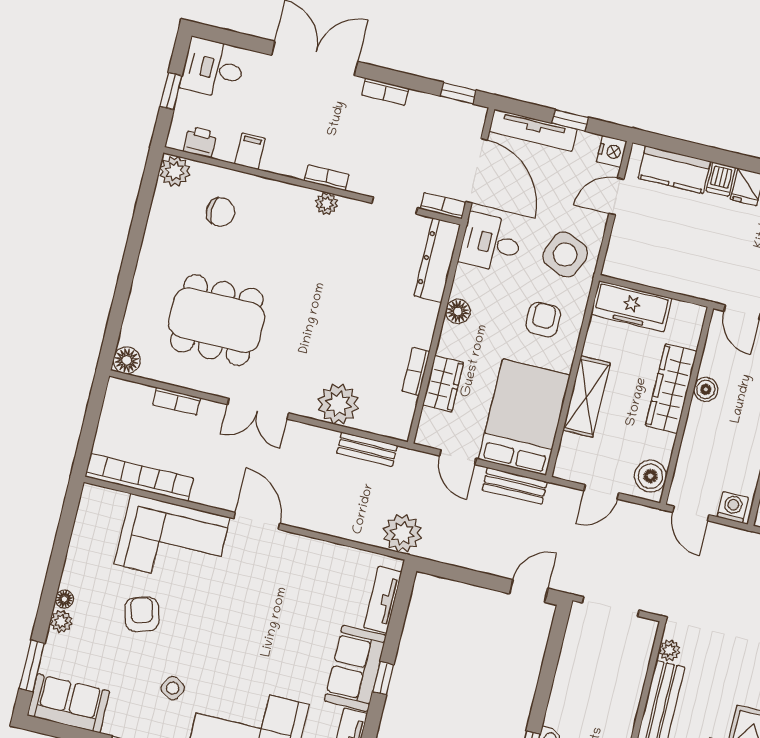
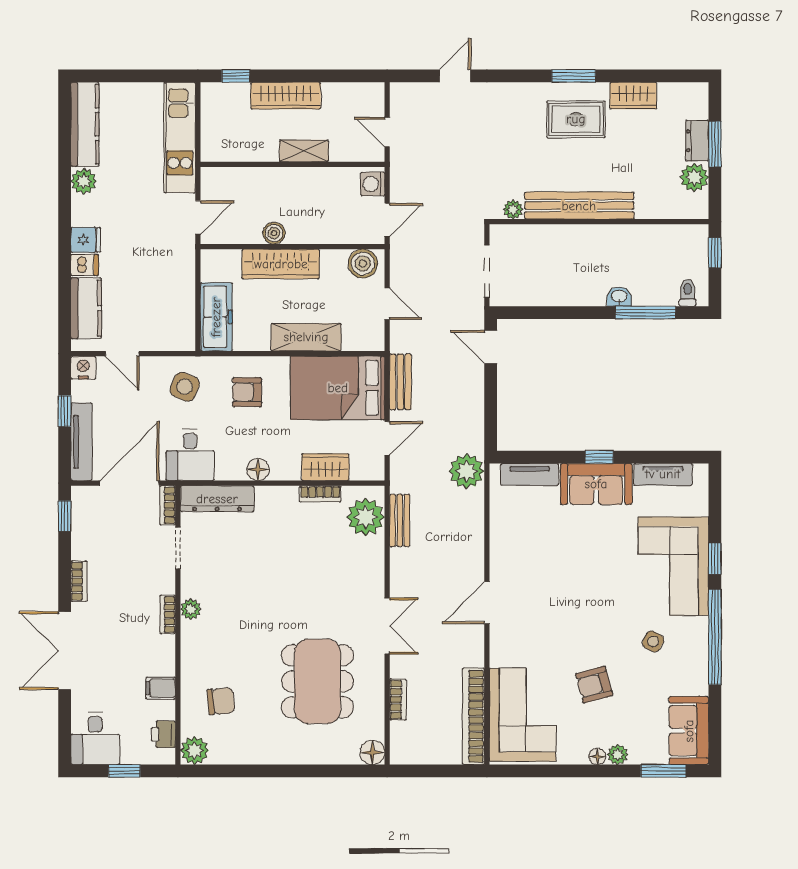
chair: (220, 212) -> (221, 701), turned 85
side table: (565, 255) -> (185, 387), width x0.73, depth x0.73
plant: (338, 404) -> (366, 517), moved
corner sofa: (172, 541) -> (523, 715), moved

